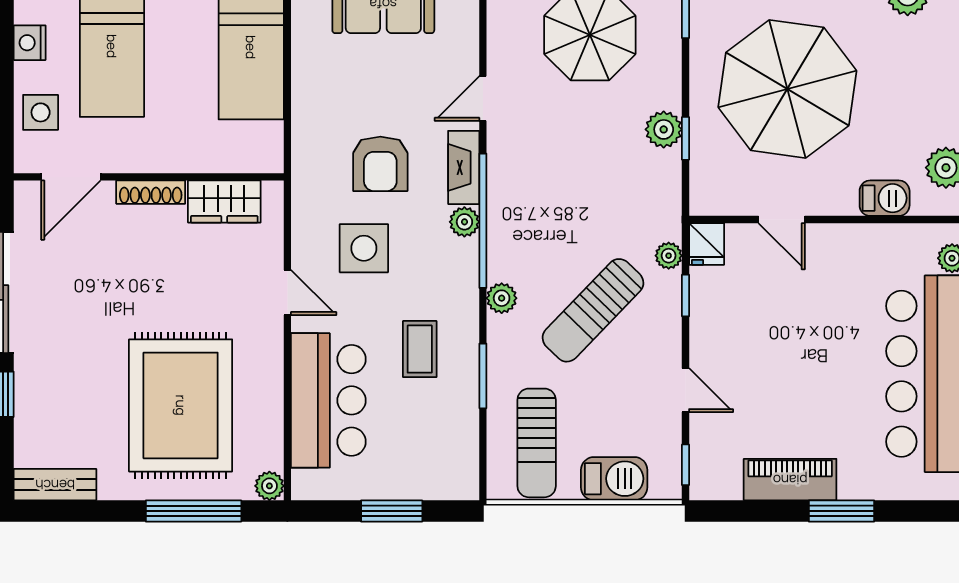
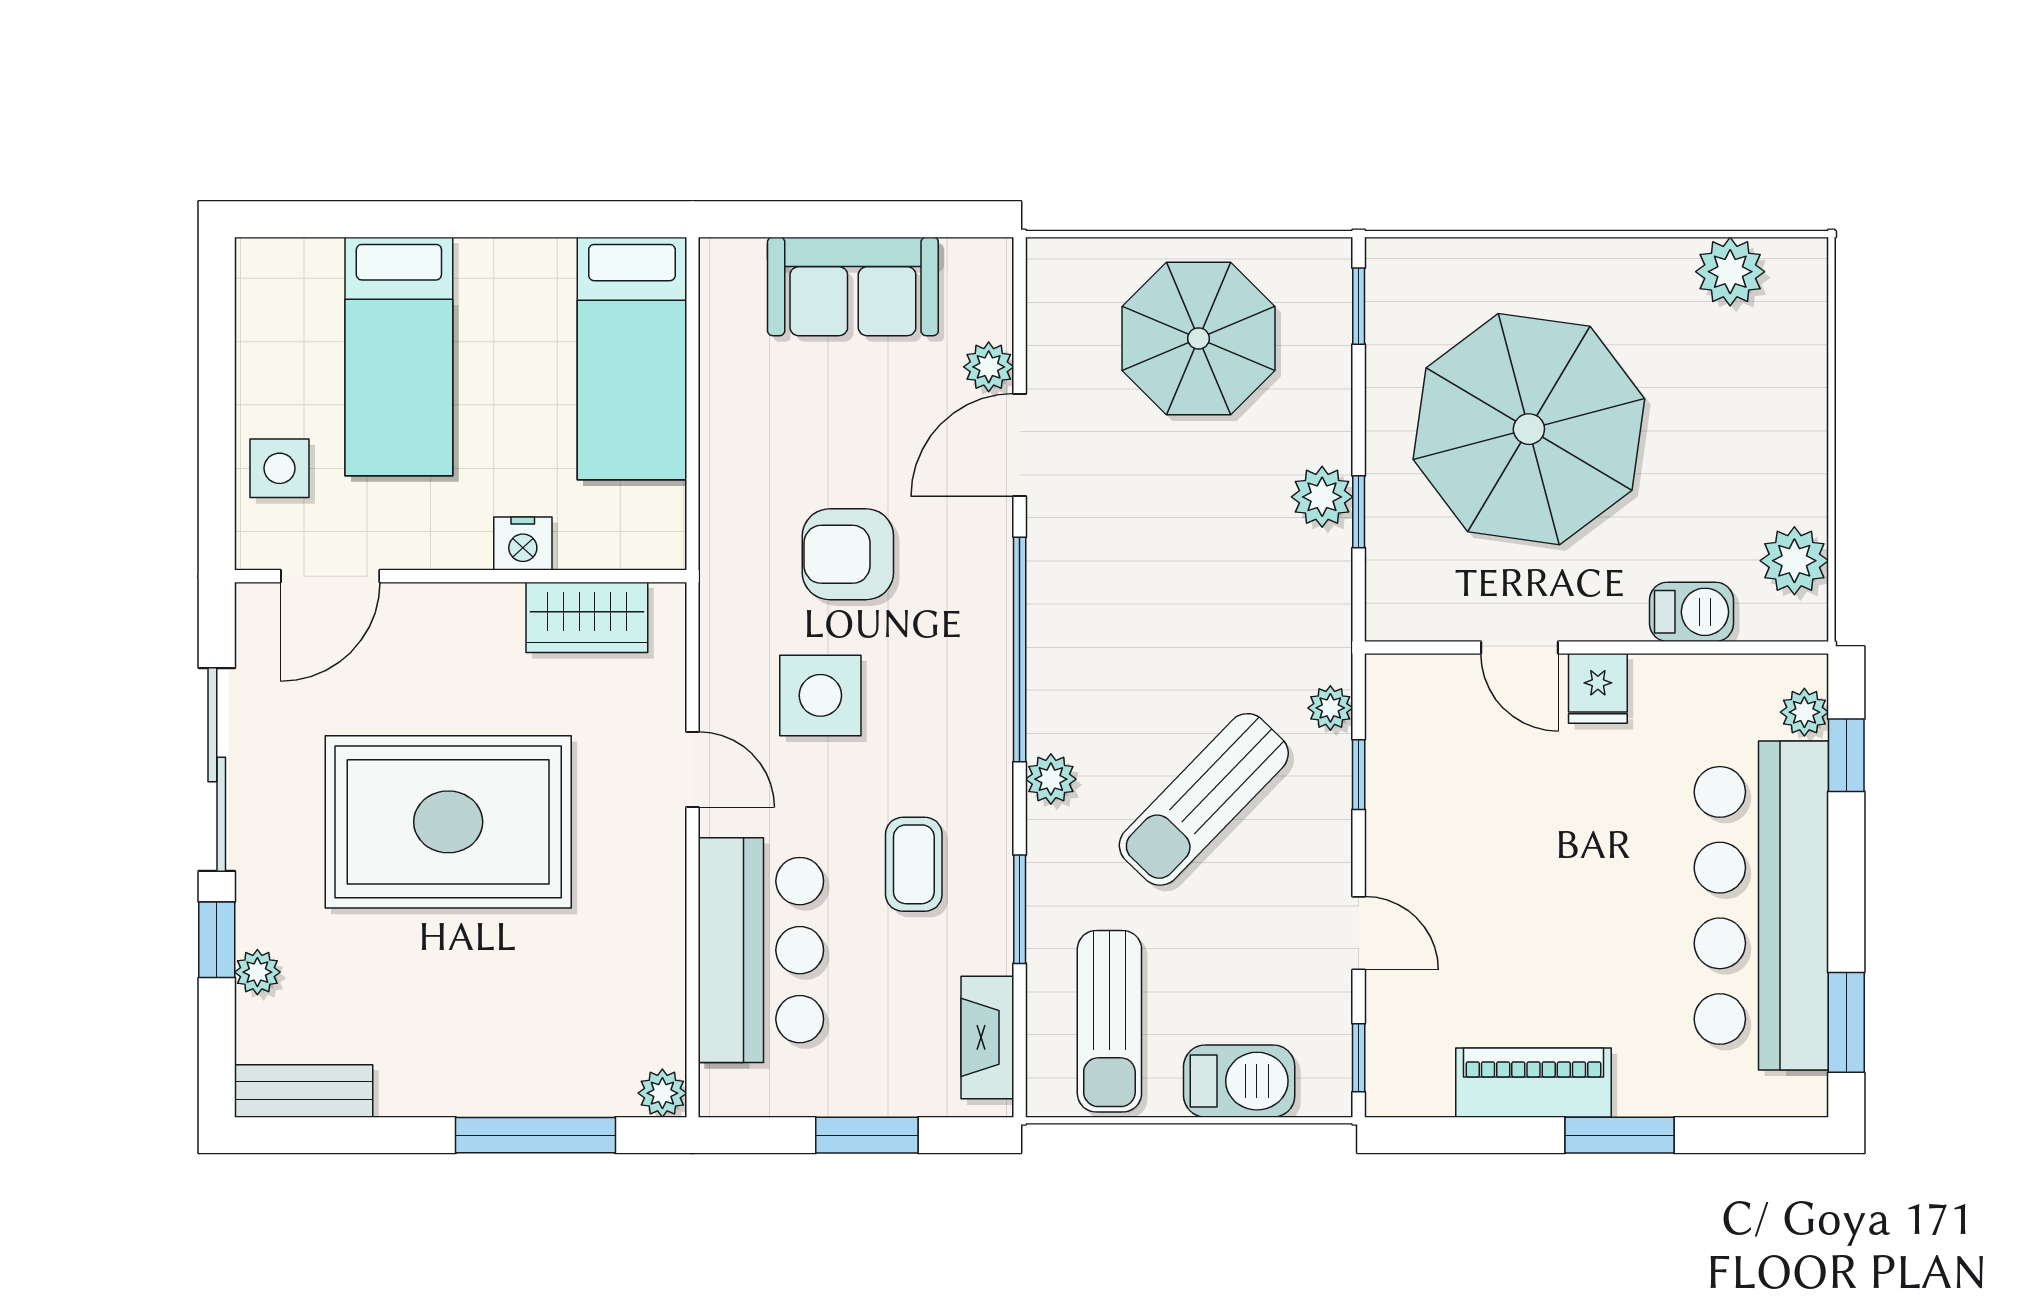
nightstand: (30, 43) -> (523, 543), moved, turned -90
door: (483, 99) -> (1020, 445), width x1.38
armchair: (380, 164) -> (848, 554), turned 90
fireplace: (464, 167) -> (987, 1037), moved
shoe rack: (151, 192) -> (464, 602), removed
plant: (464, 222) -> (989, 367), moved
fridge: (707, 244) -> (1598, 688), moved
rug: (181, 405) -> (448, 822), moved, turned 90
plant: (27, 414) -> (257, 972), added

